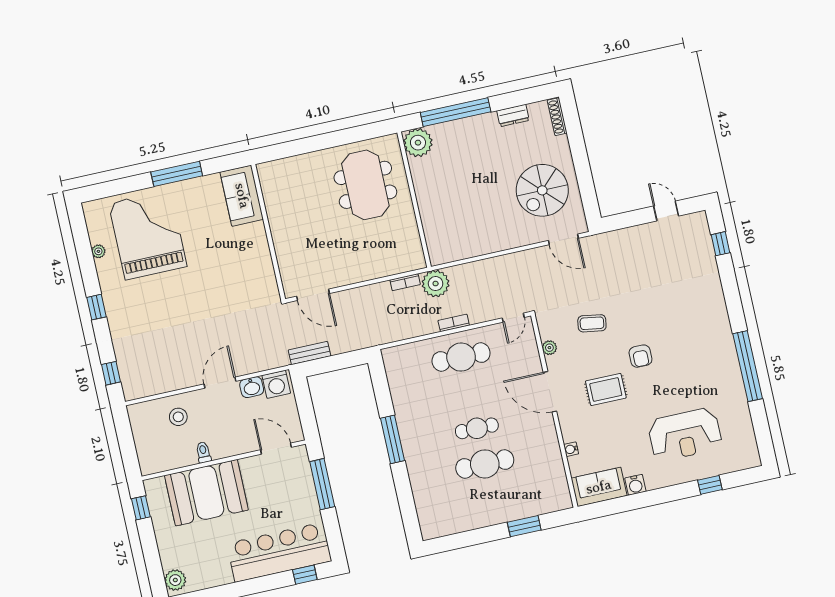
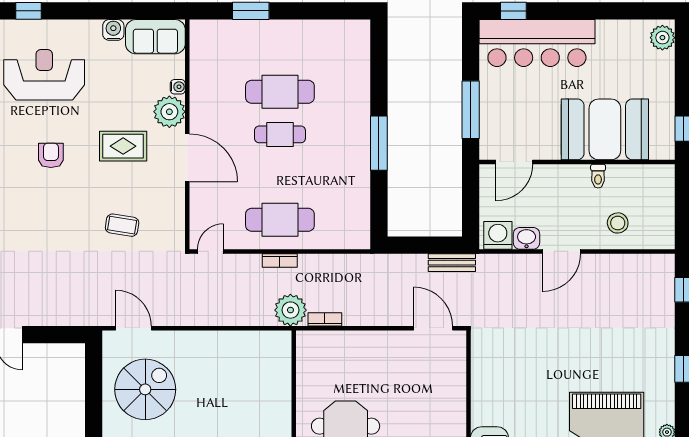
plant: (549, 348) -> (169, 112), moved, width x1.88, depth x1.88
armchair: (640, 356) -> (51, 155), moved
door: (276, 449) -> (514, 162), hinge flipped

